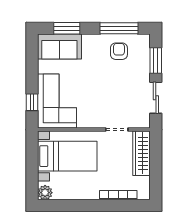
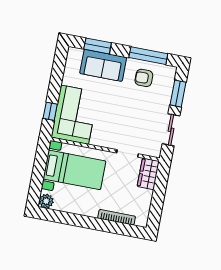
sofa: (59, 47) -> (103, 65), moved
armchair: (119, 51) -> (144, 78), turned -90
wardrobe: (142, 153) -> (148, 174), width x0.67

